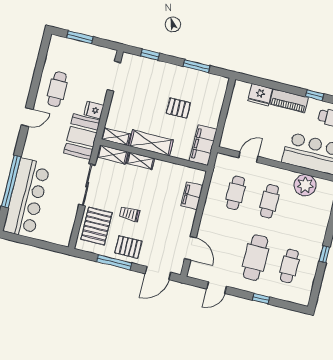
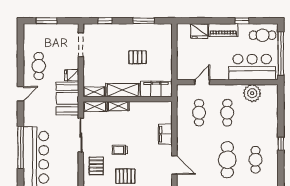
filing cabinet: (203, 145) -> (156, 89), moved, turned 90
filing cabinet: (192, 196) -> (165, 134), moved
pallet: (97, 226) -> (96, 166), width x0.67, depth x0.71

